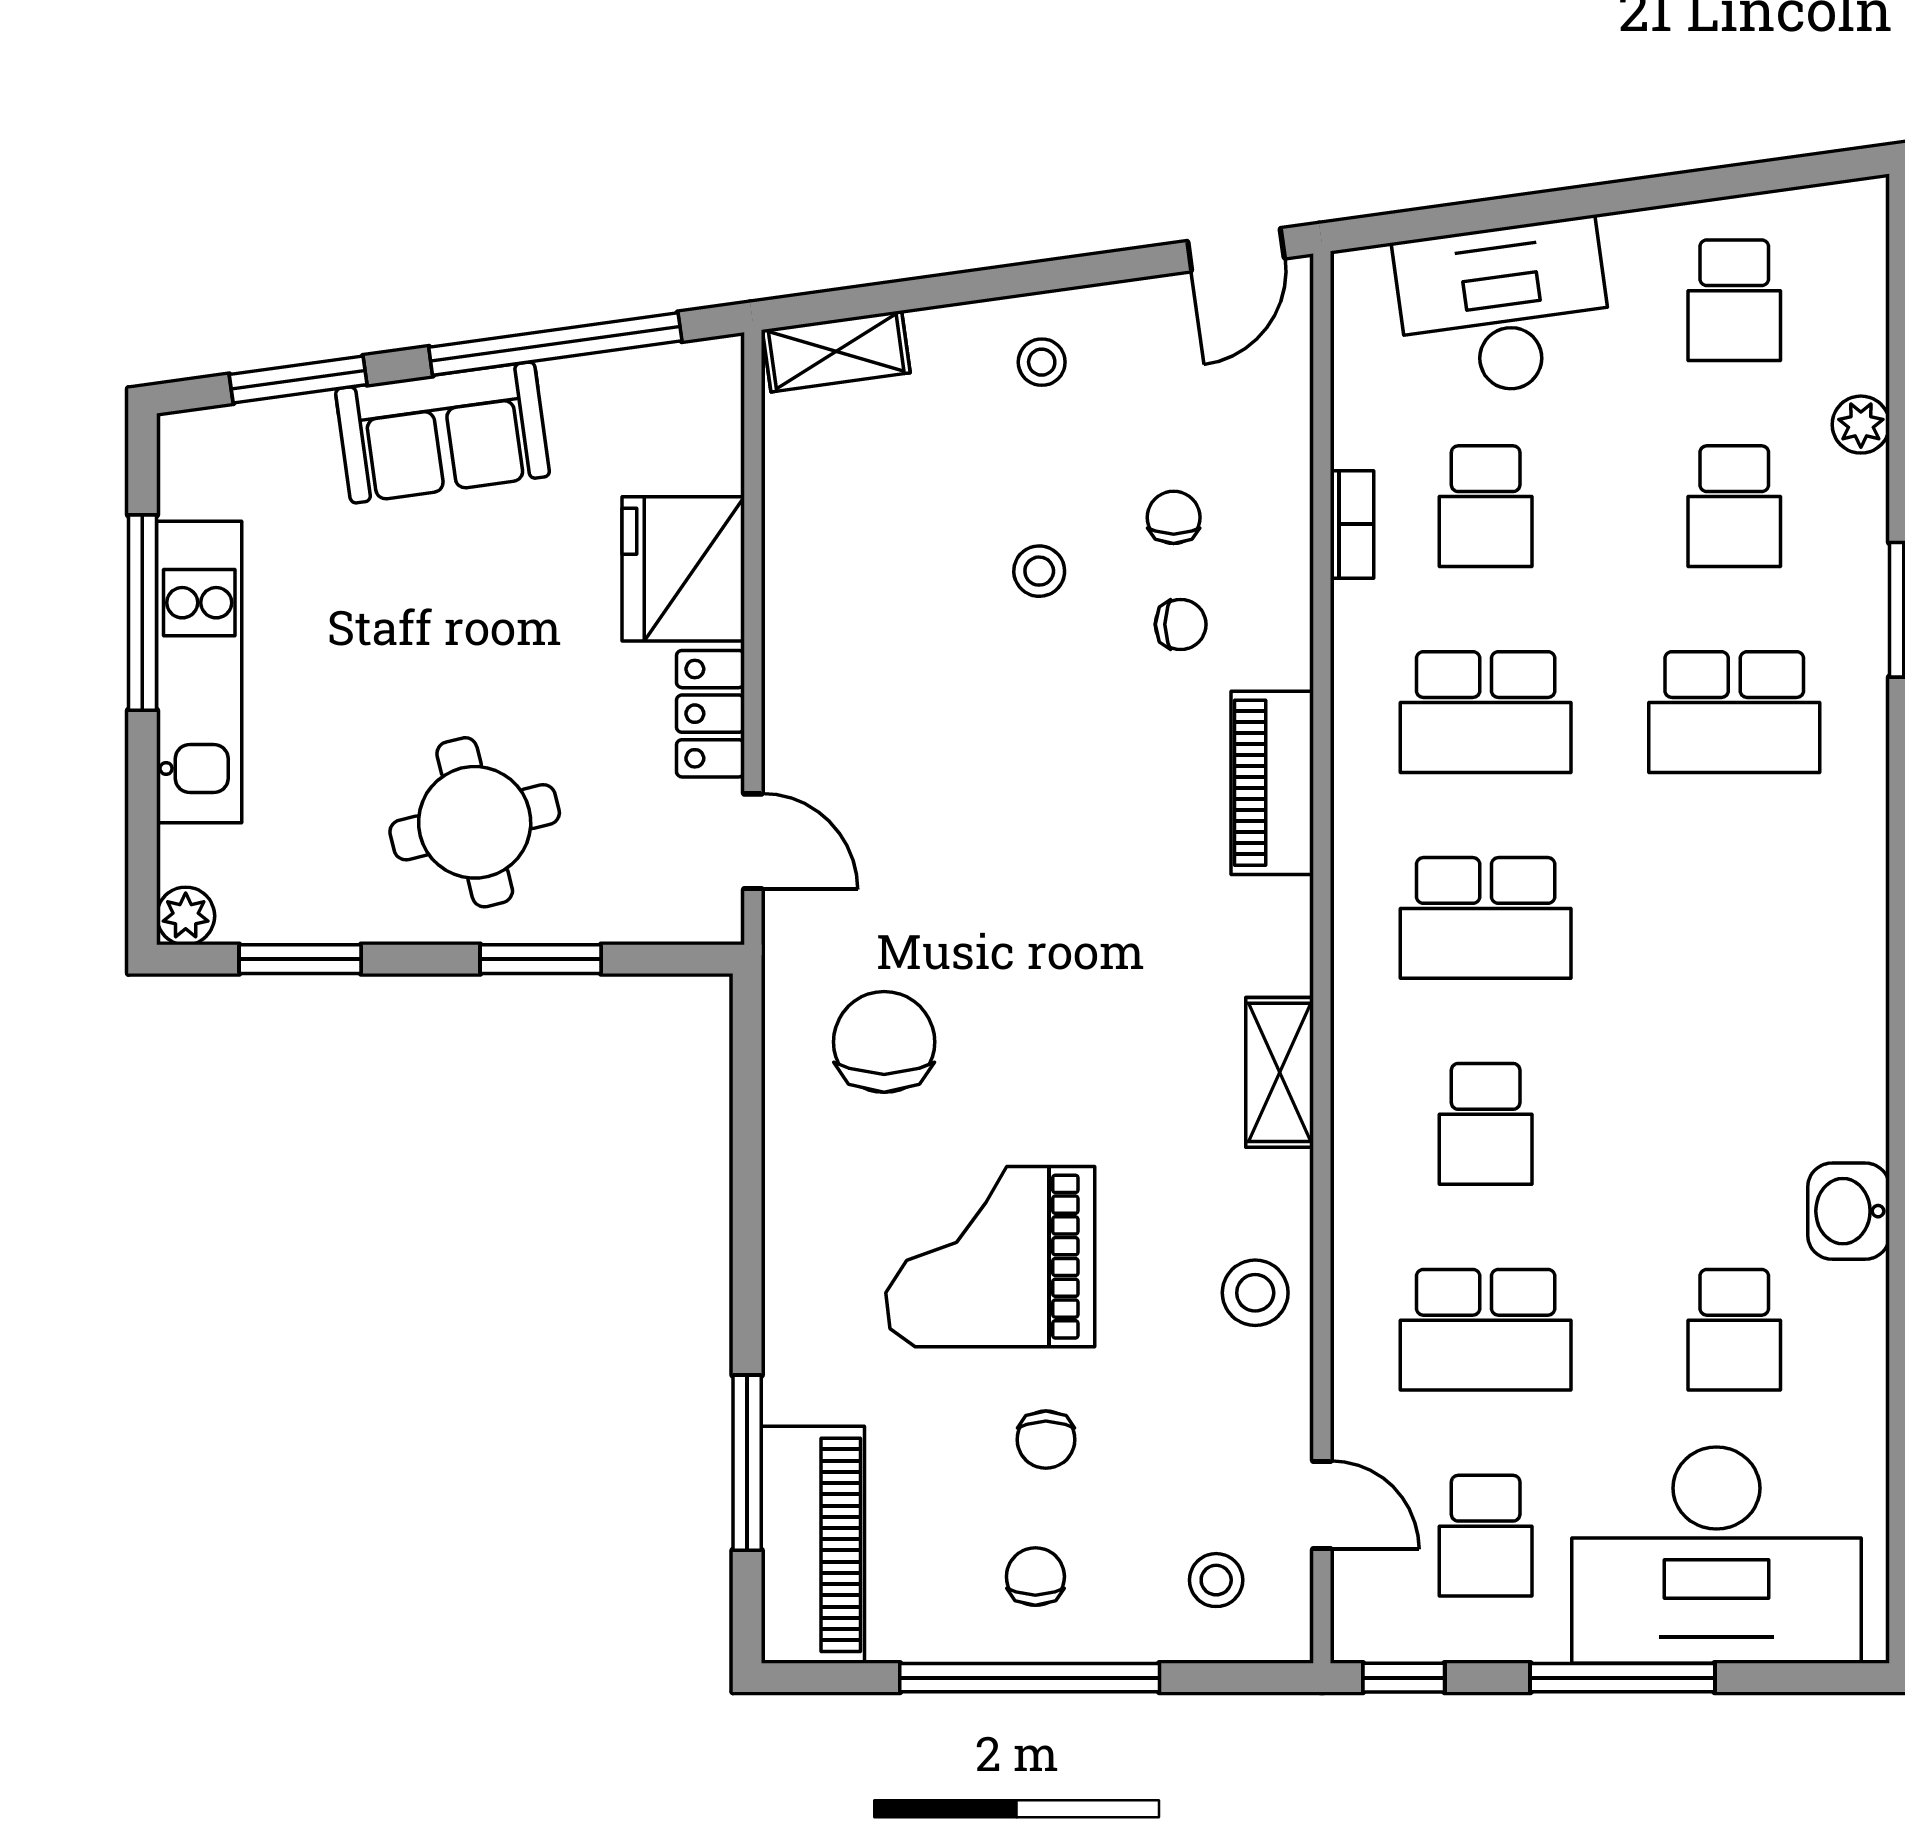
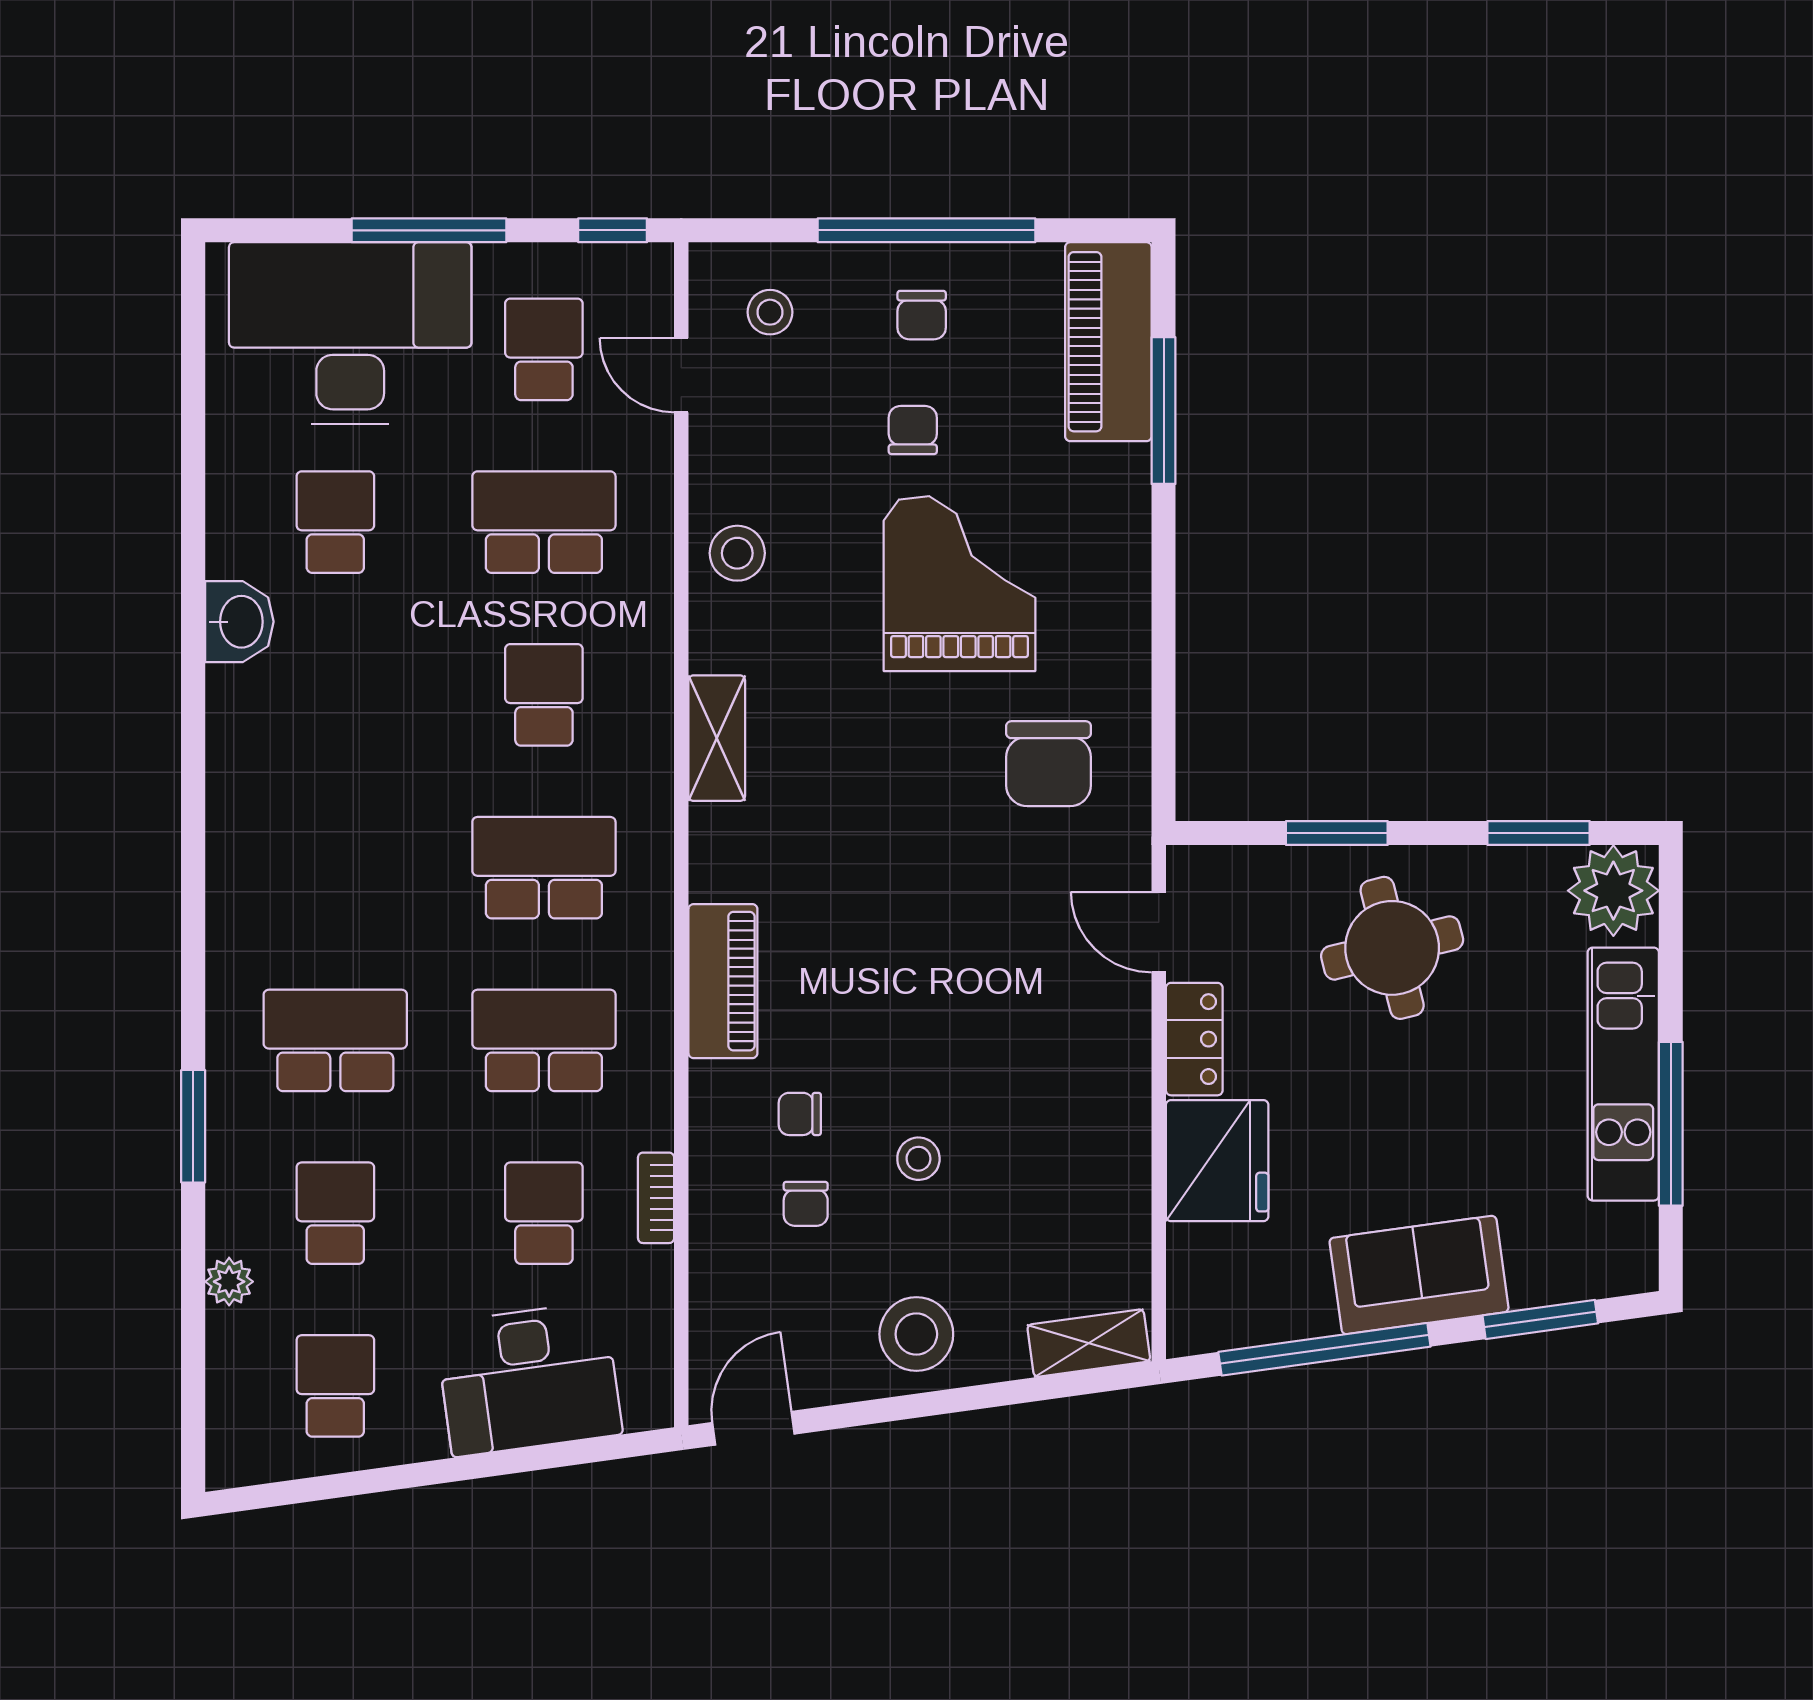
stool: (1042, 362) -> (916, 1334), width x1.89, depth x1.89
plant: (186, 916) -> (1613, 891), width x1.87, depth x1.87
grand piano: (990, 1257) -> (960, 584), turned -90

